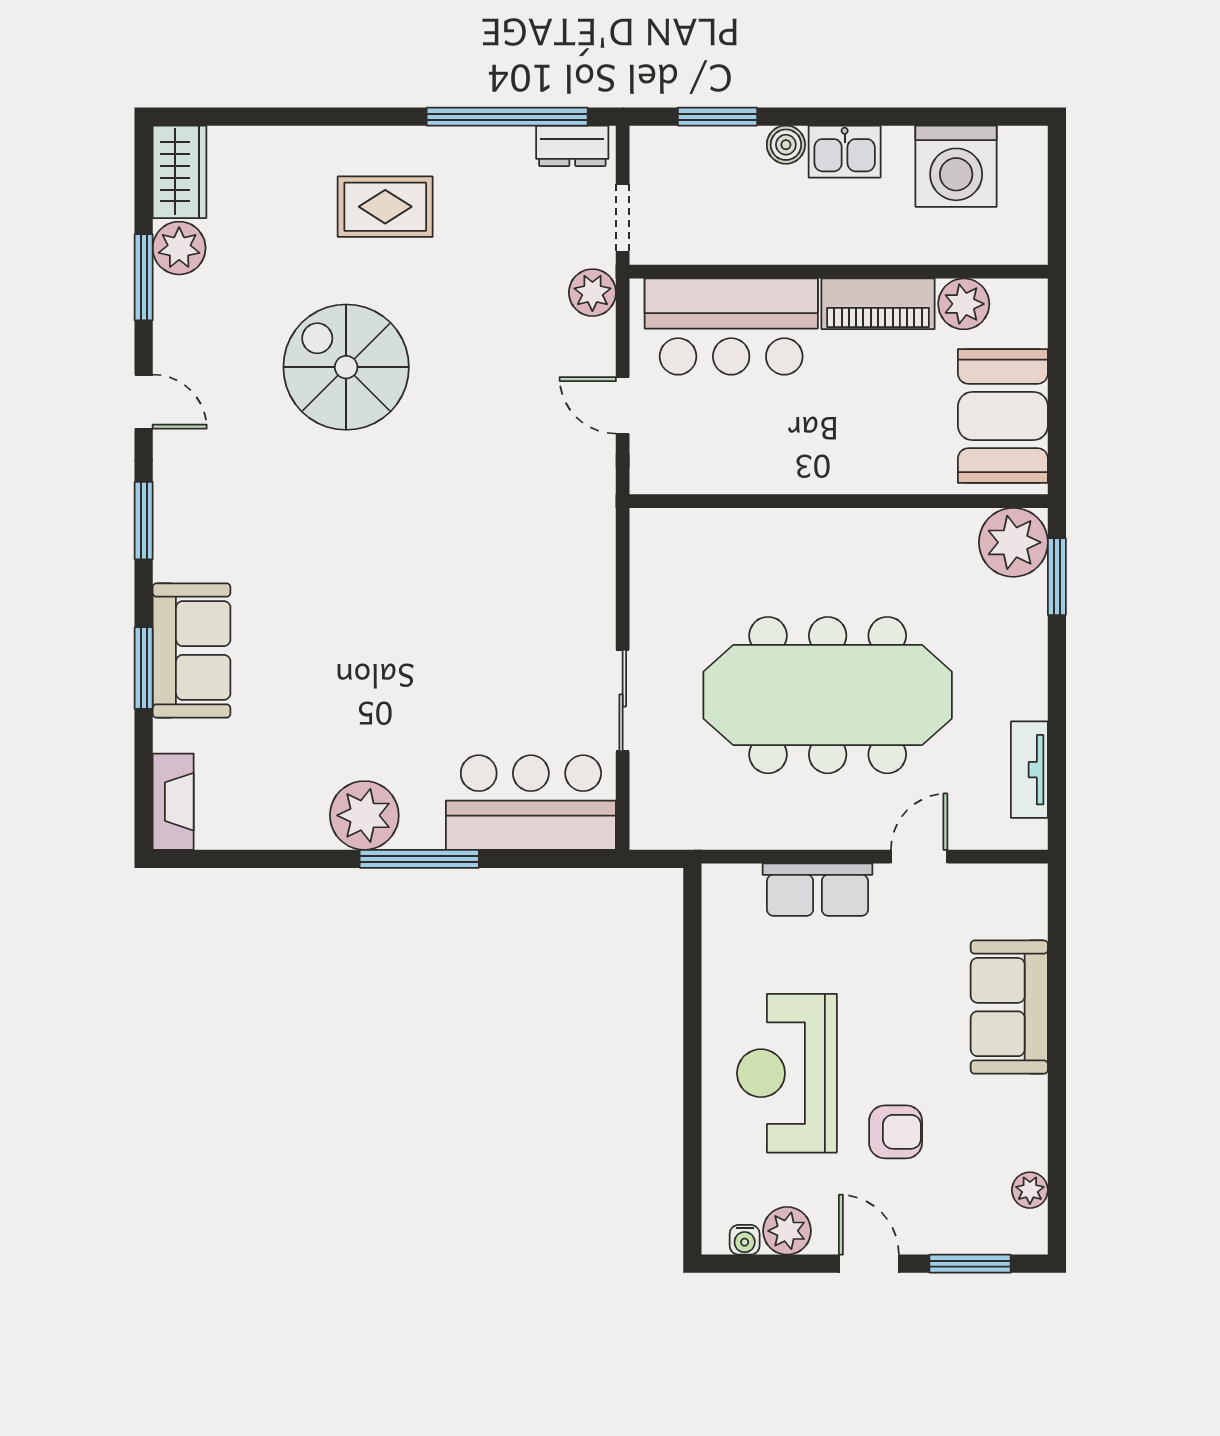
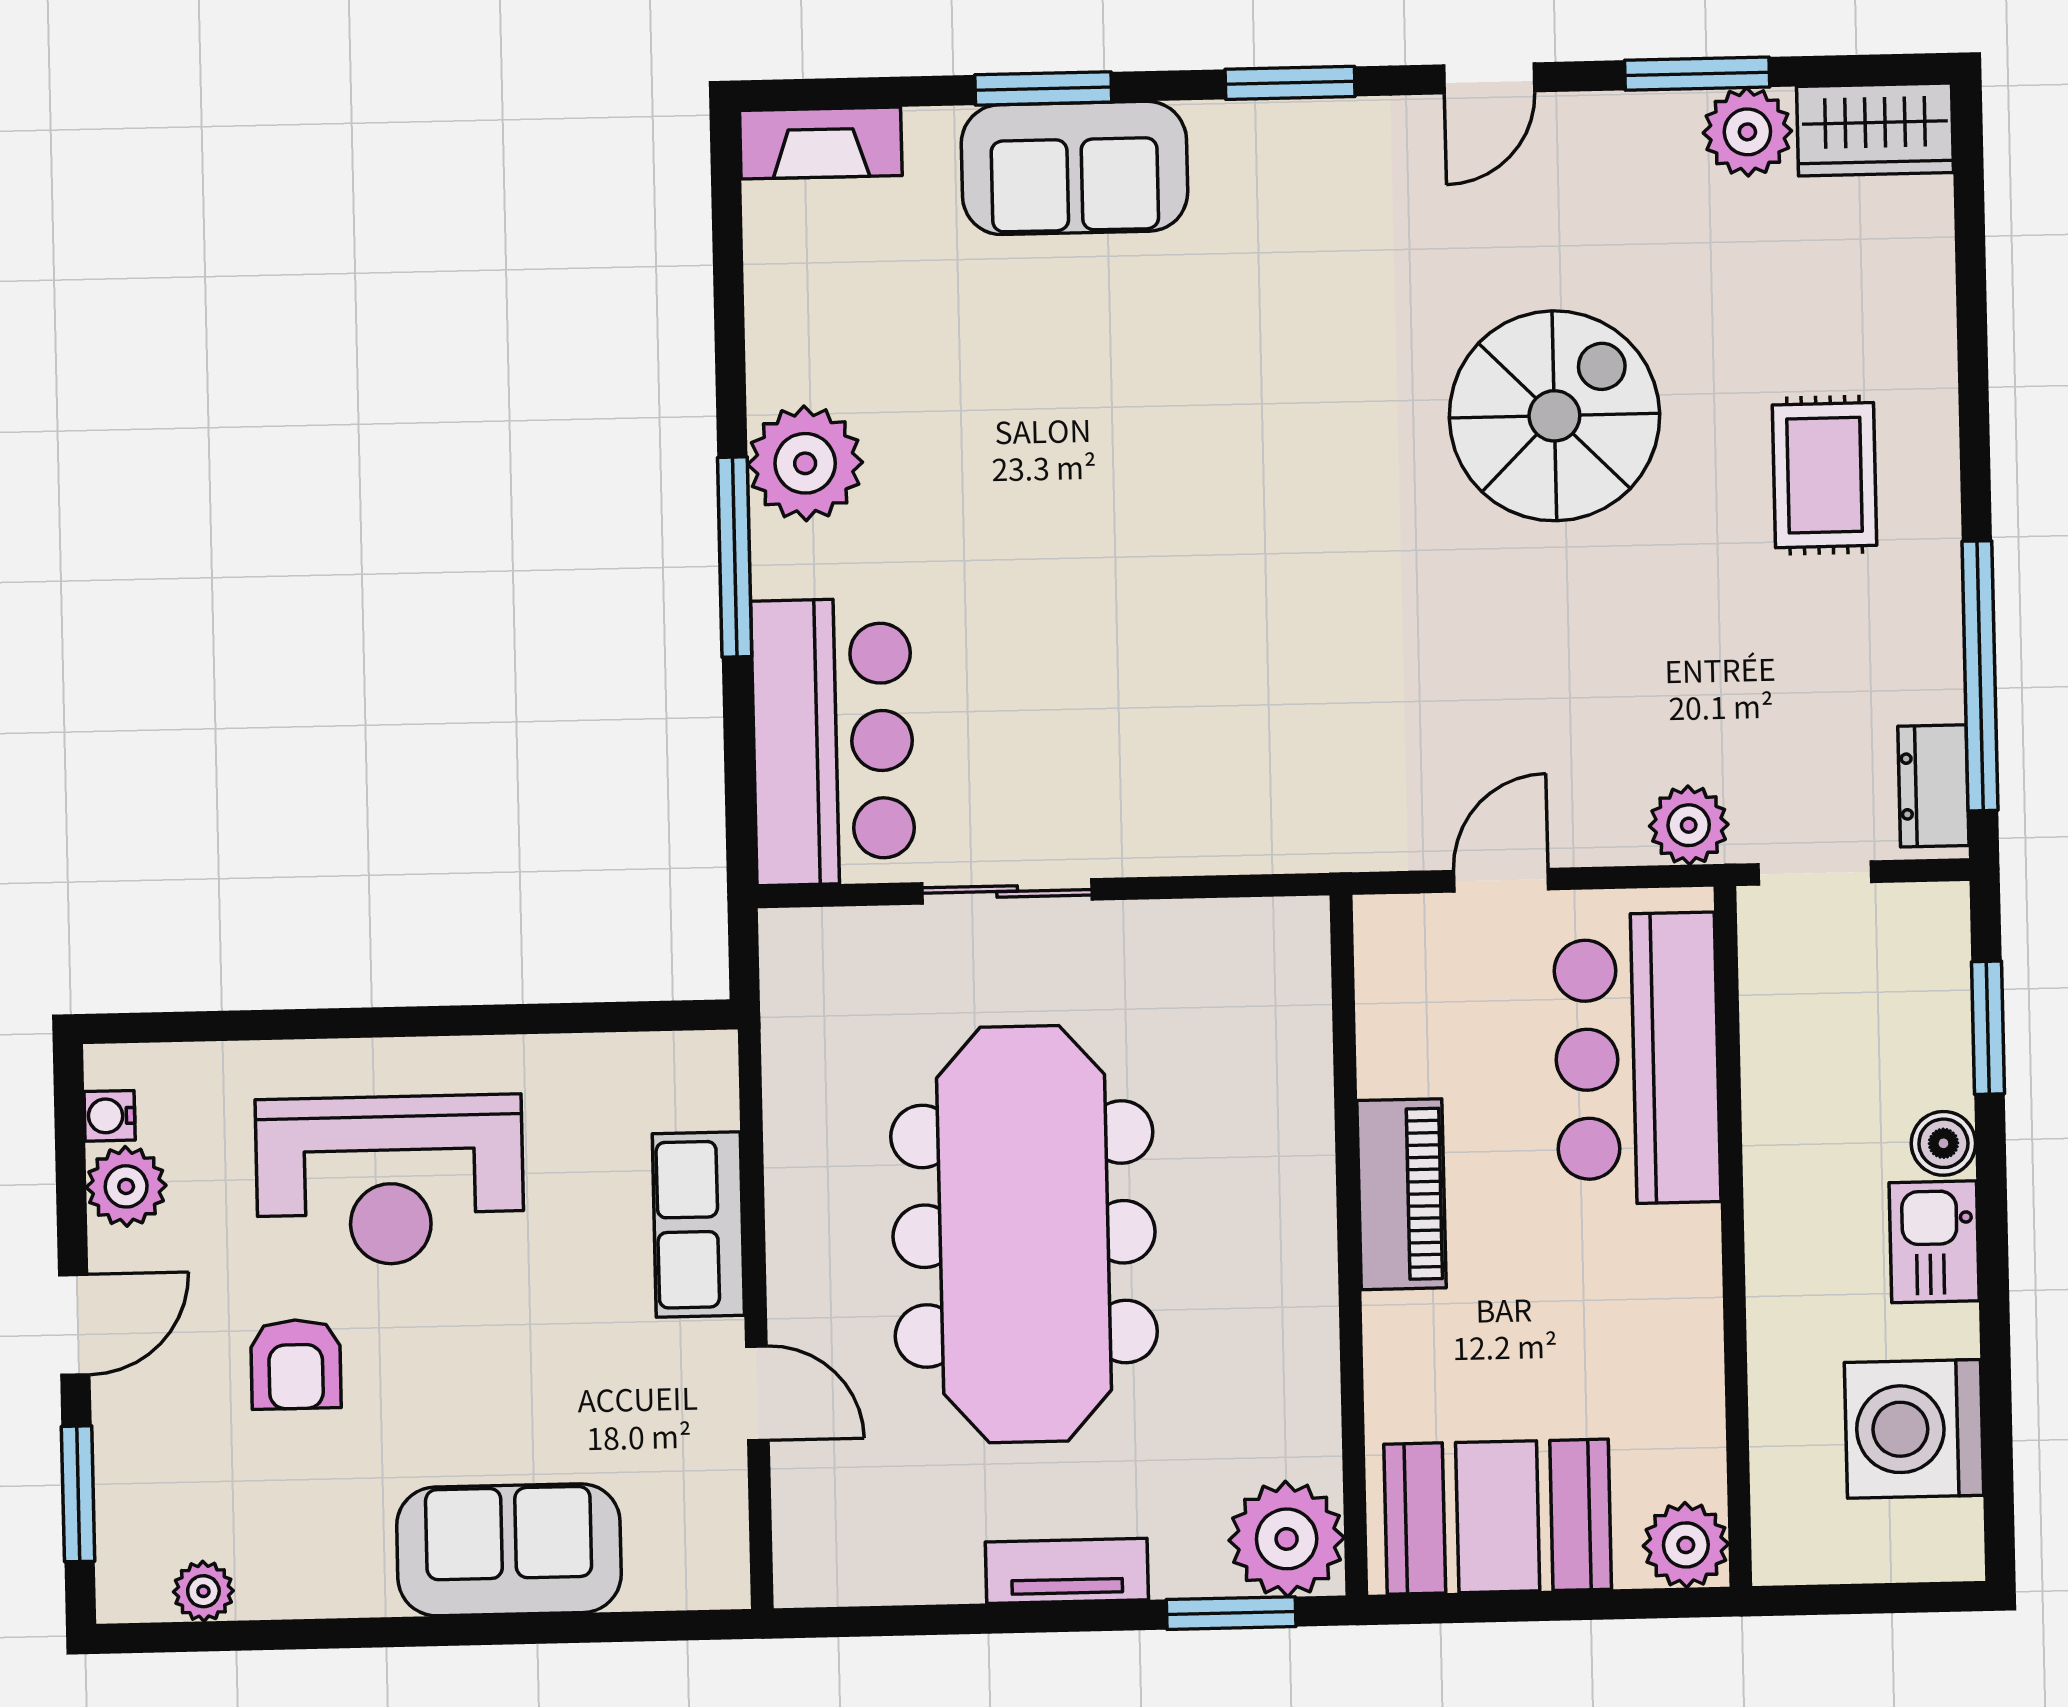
piano: (878, 304) -> (1402, 1194), moved, turned 180
plant: (964, 304) -> (1686, 1545), moved
tv unit: (1029, 770) -> (1067, 1571), moved
reception desk: (787, 1073) -> (390, 1180), turned 180

